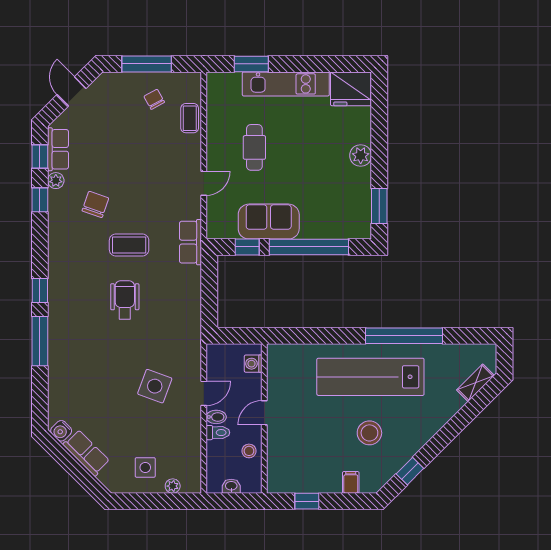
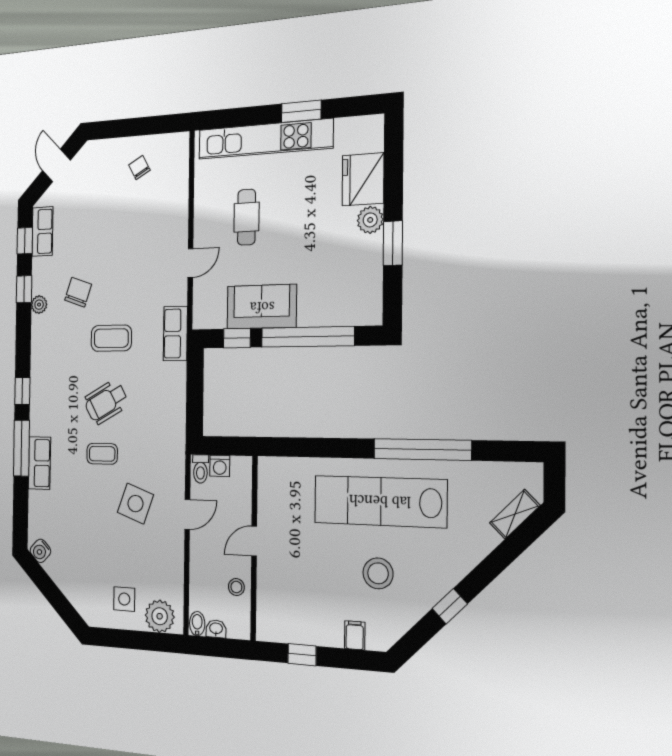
window: (147, 64) -> (132, 127), removed
window: (251, 64) -> (301, 111), moved
kitchen unit: (286, 84) -> (265, 139), width x1.36
fridge: (351, 89) -> (363, 179), moved, turned 90
coffee table: (190, 118) -> (102, 454), moved, turned 90
plant: (56, 181) -> (39, 305), moved
window: (379, 206) -> (393, 243), moved
wheelchair: (125, 300) -> (106, 402), turned -119
washing machine: (253, 364) -> (220, 466), moved, turned -90
bidet: (216, 417) -> (197, 624), moved, turned -90
toilet: (218, 433) -> (200, 469), moved, turned 90
row of seats: (86, 453) -> (39, 463), moved, turned 45
window: (410, 471) -> (450, 606), moved
plant: (173, 486) -> (160, 616), width x1.87, depth x1.87

